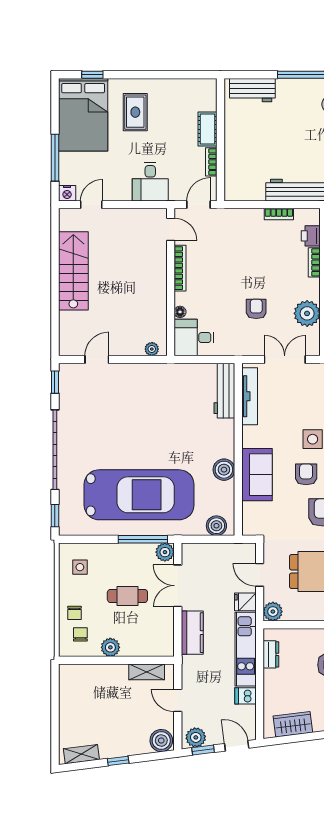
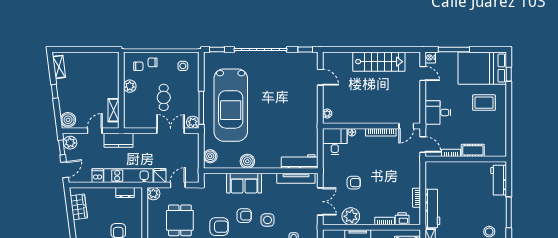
kitchen counter: (192, 633) -> (119, 140), moved

